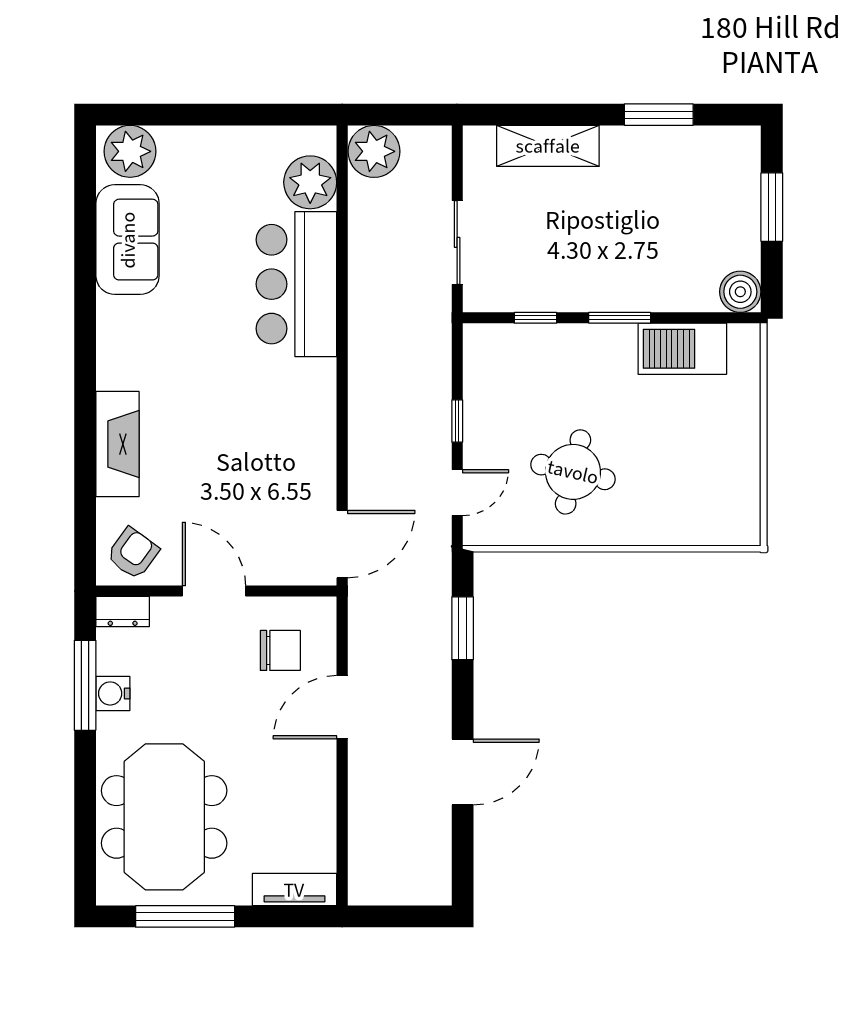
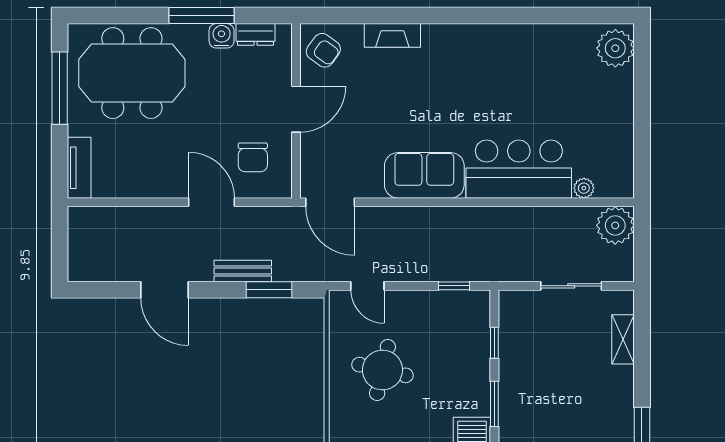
shelving: (548, 146) -> (623, 339), width x0.67, depth x0.75
plant: (310, 182) -> (584, 188), width x0.53, depth x0.53
sofa: (128, 240) -> (424, 175), moved, turned 180
sliding door: (457, 242) -> (571, 286), moved
window: (457, 421) -> (454, 286), moved
fireplace: (117, 444) -> (392, 35), width x0.73, depth x0.76
dresser: (123, 612) -> (256, 34), moved, turned -90
bench: (437, 664) -> (243, 271), added
window: (85, 685) -> (201, 16), moved

